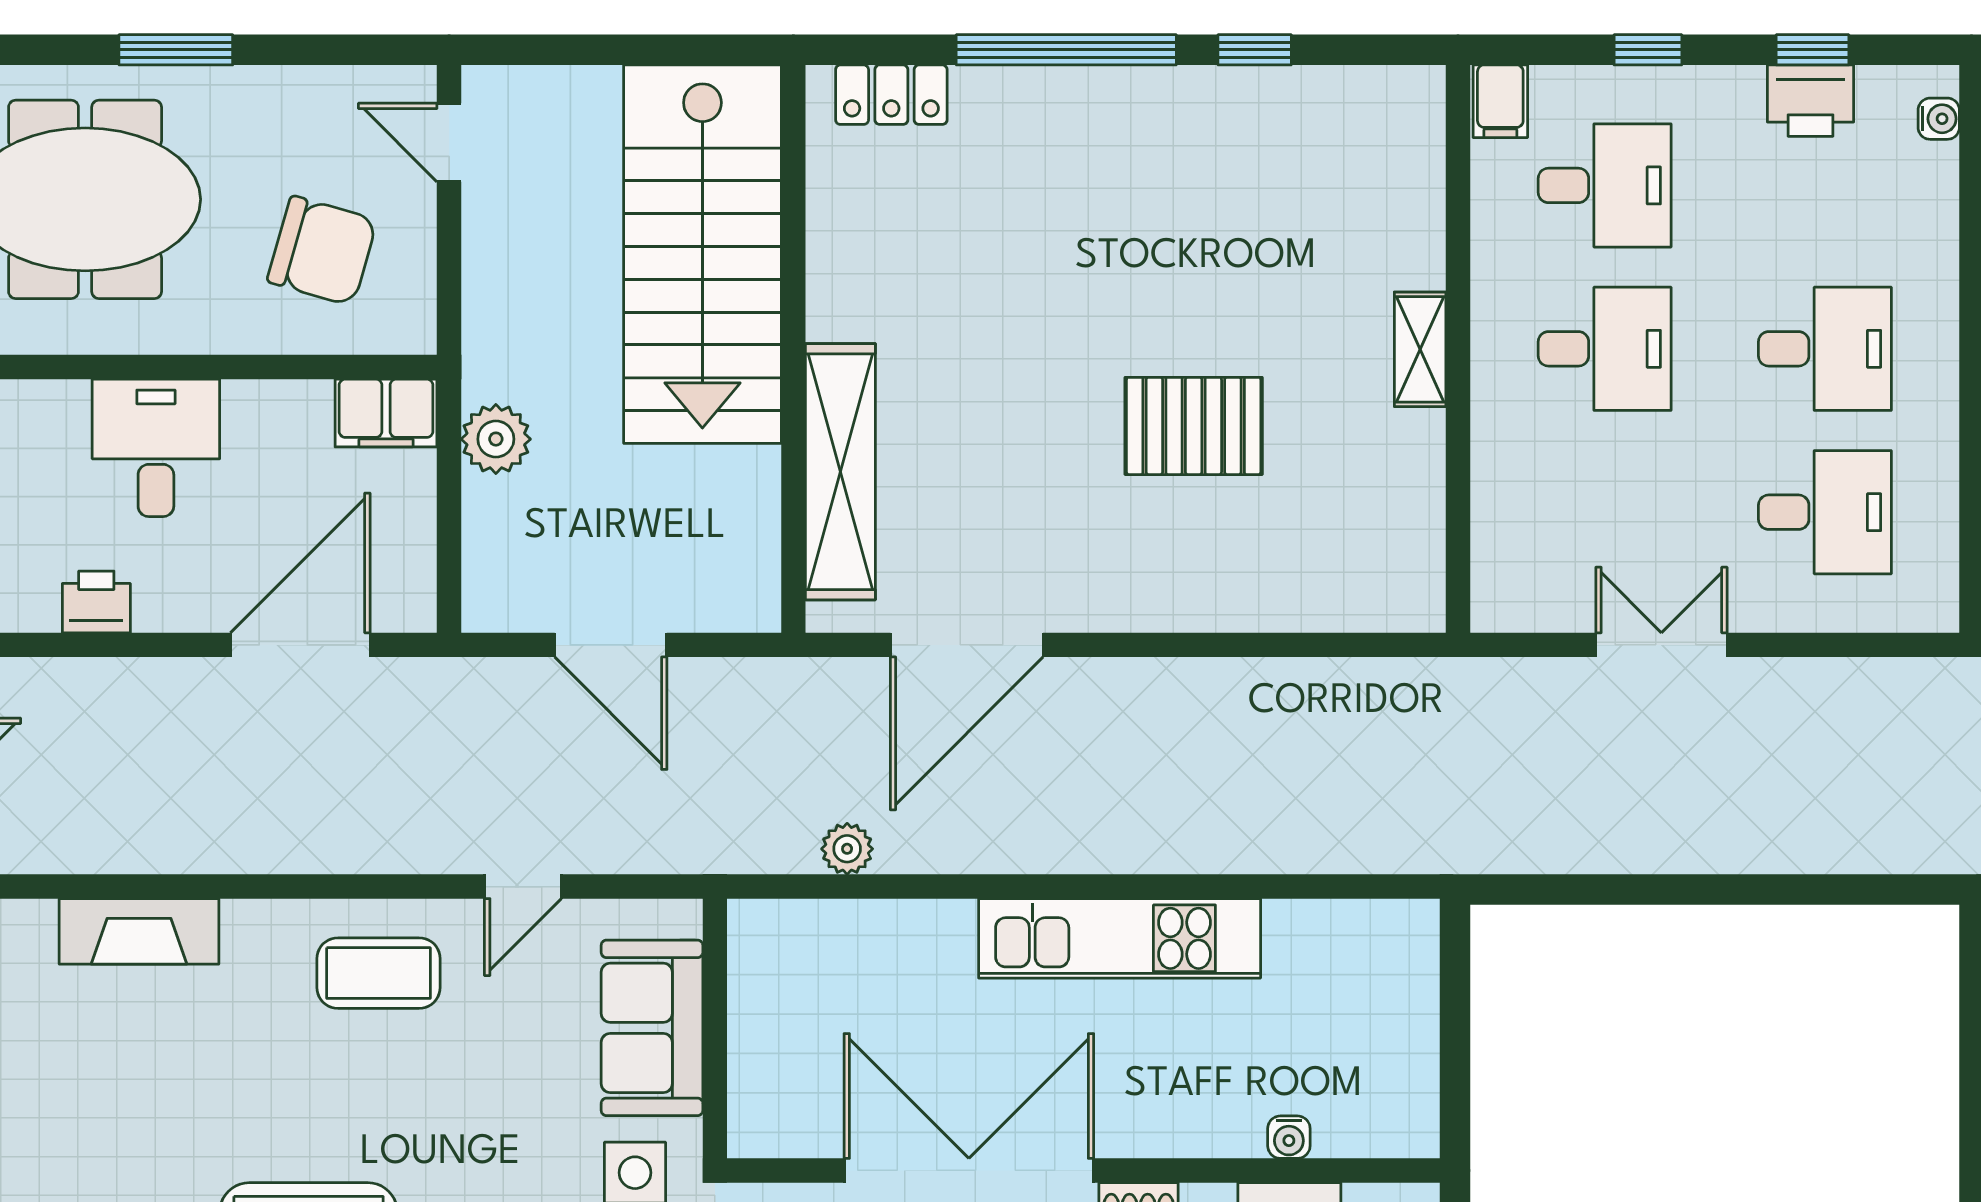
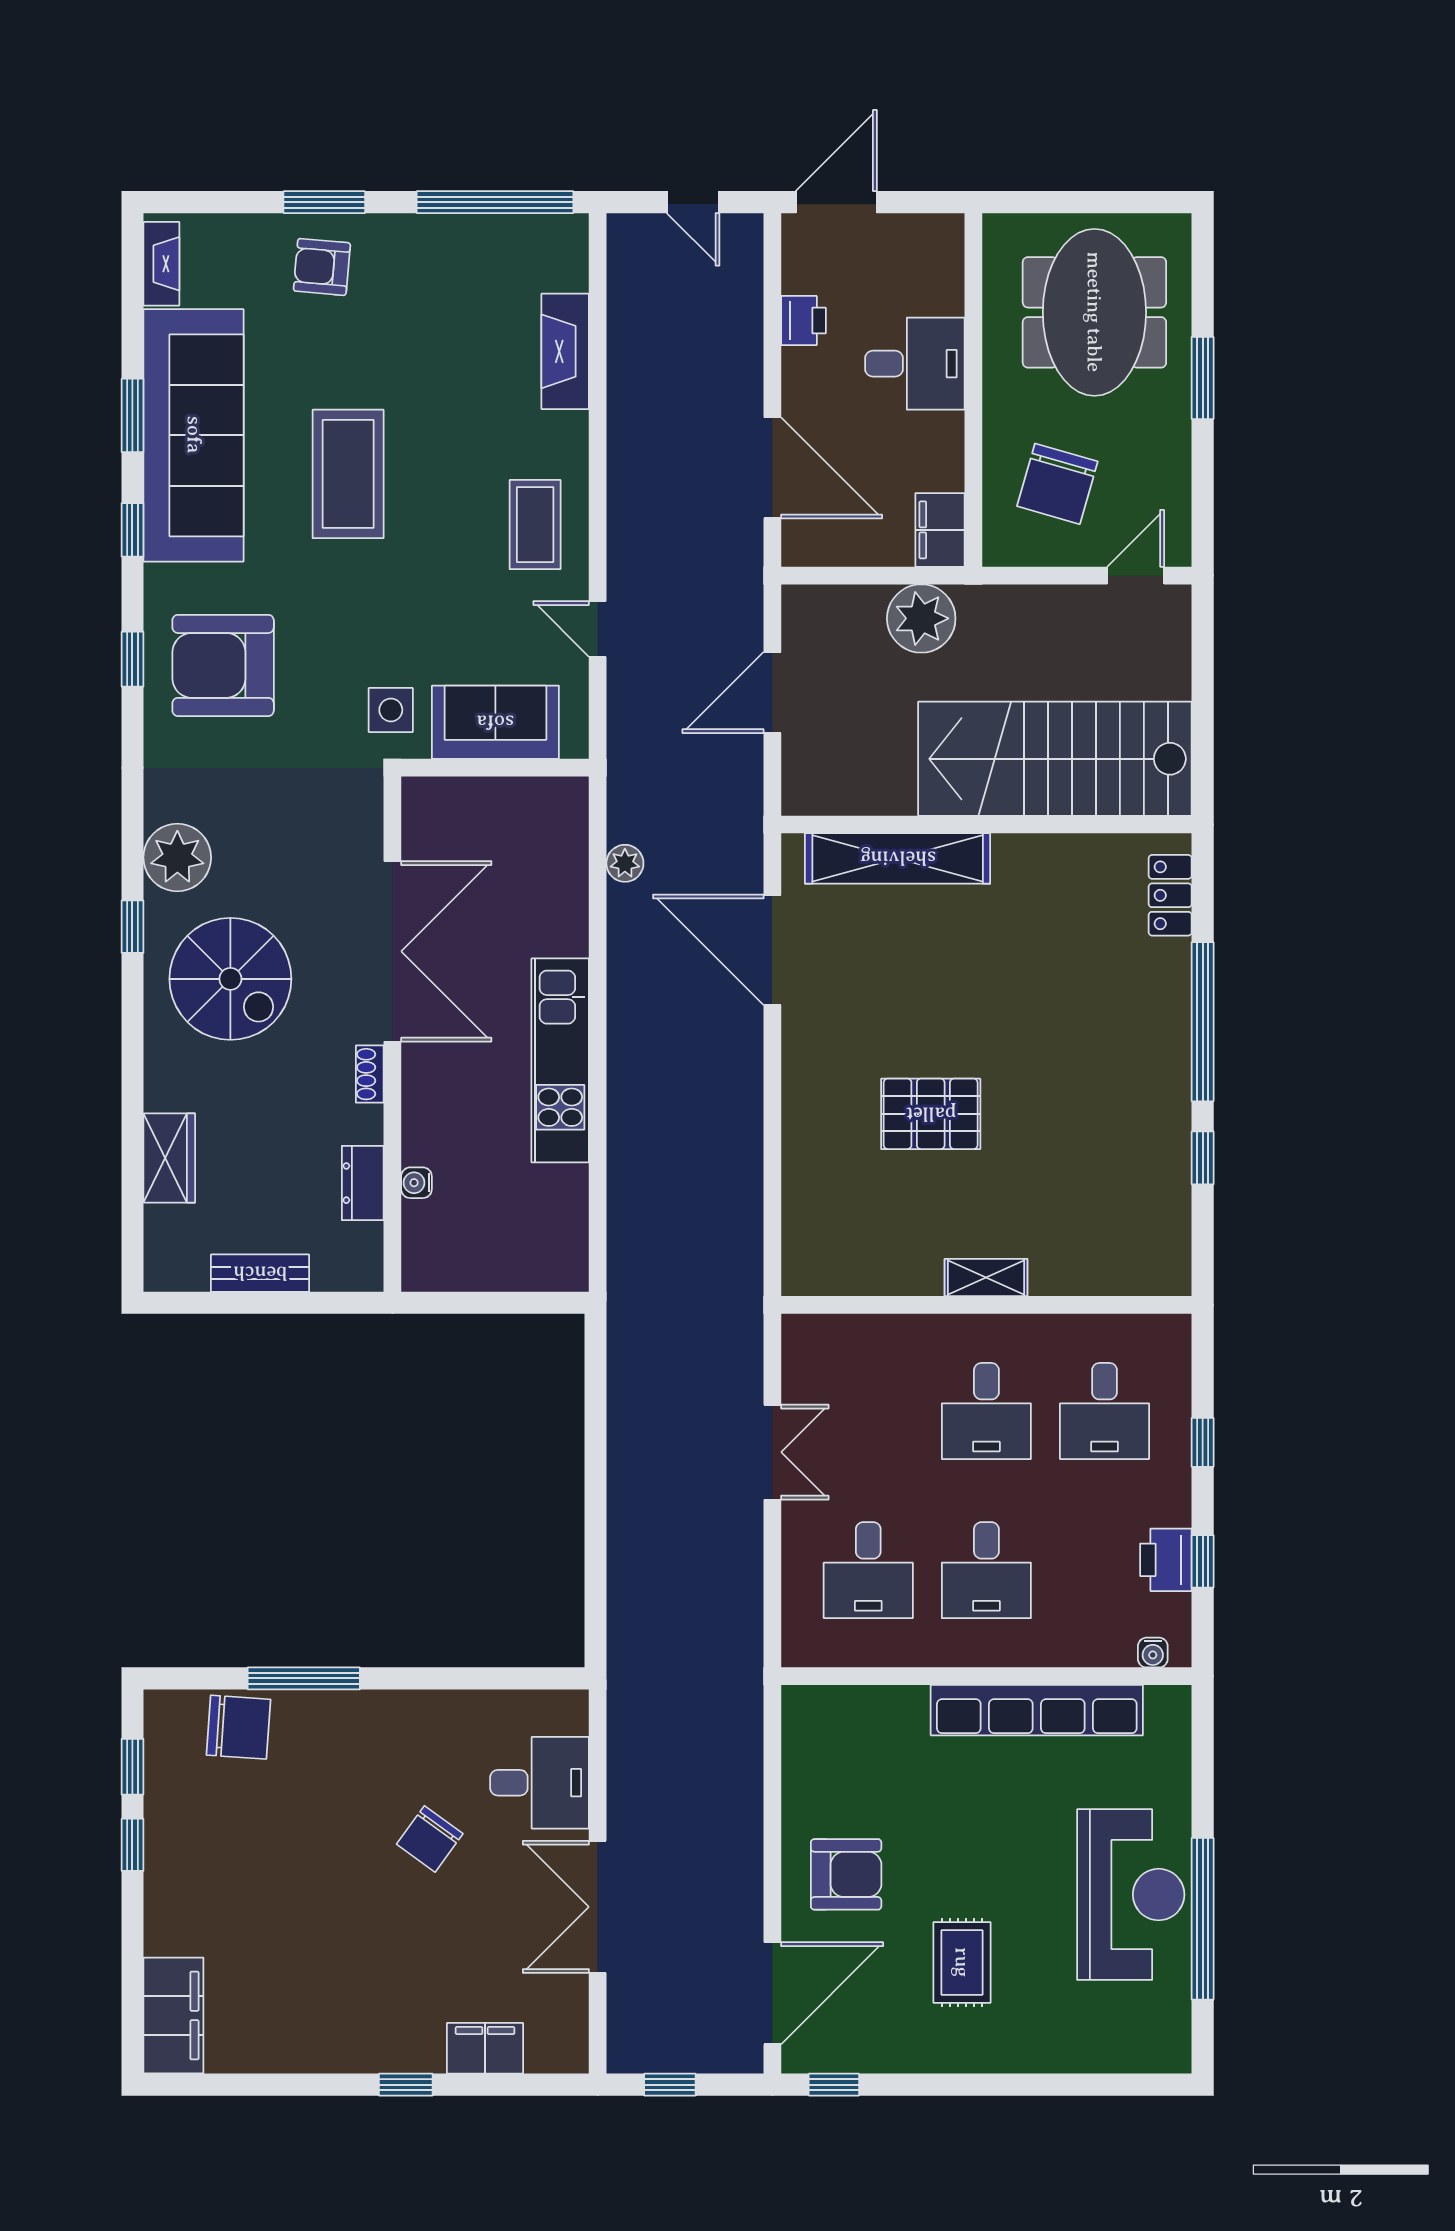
filing cabinet: (1500, 101) -> (1165, 1336), removed
pallet: (1194, 426) -> (931, 1114), turned 90
plant: (496, 439) -> (921, 618), width x1.36, depth x1.36

